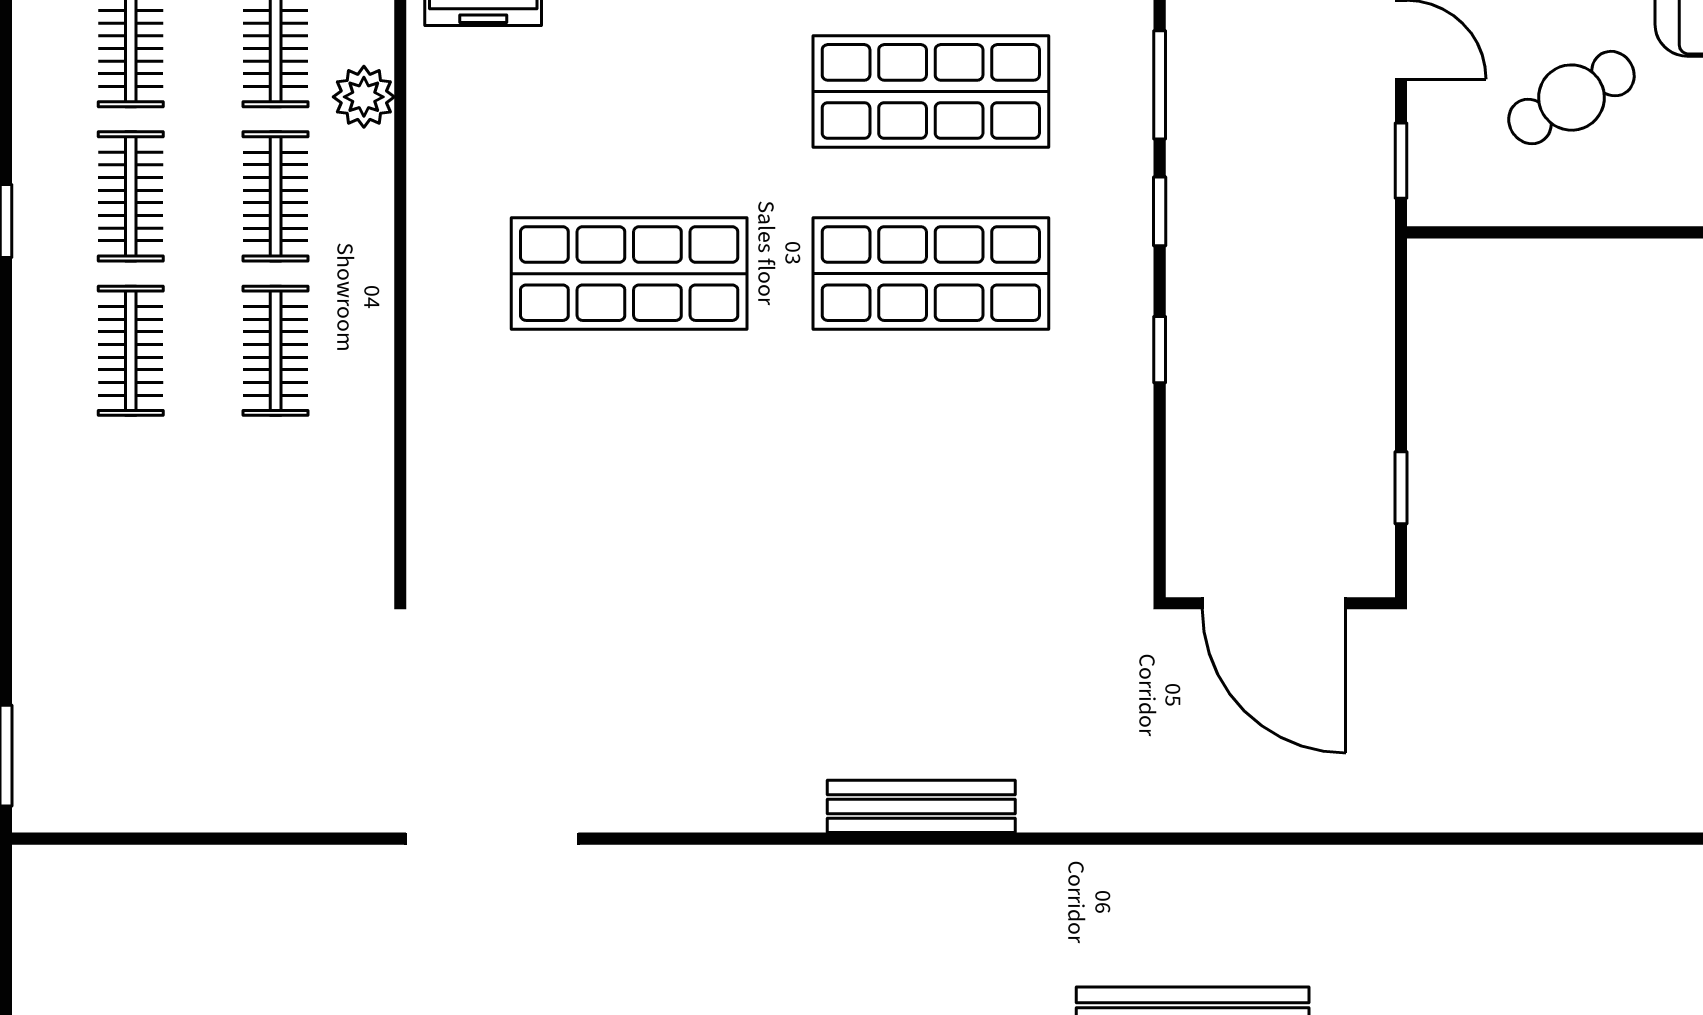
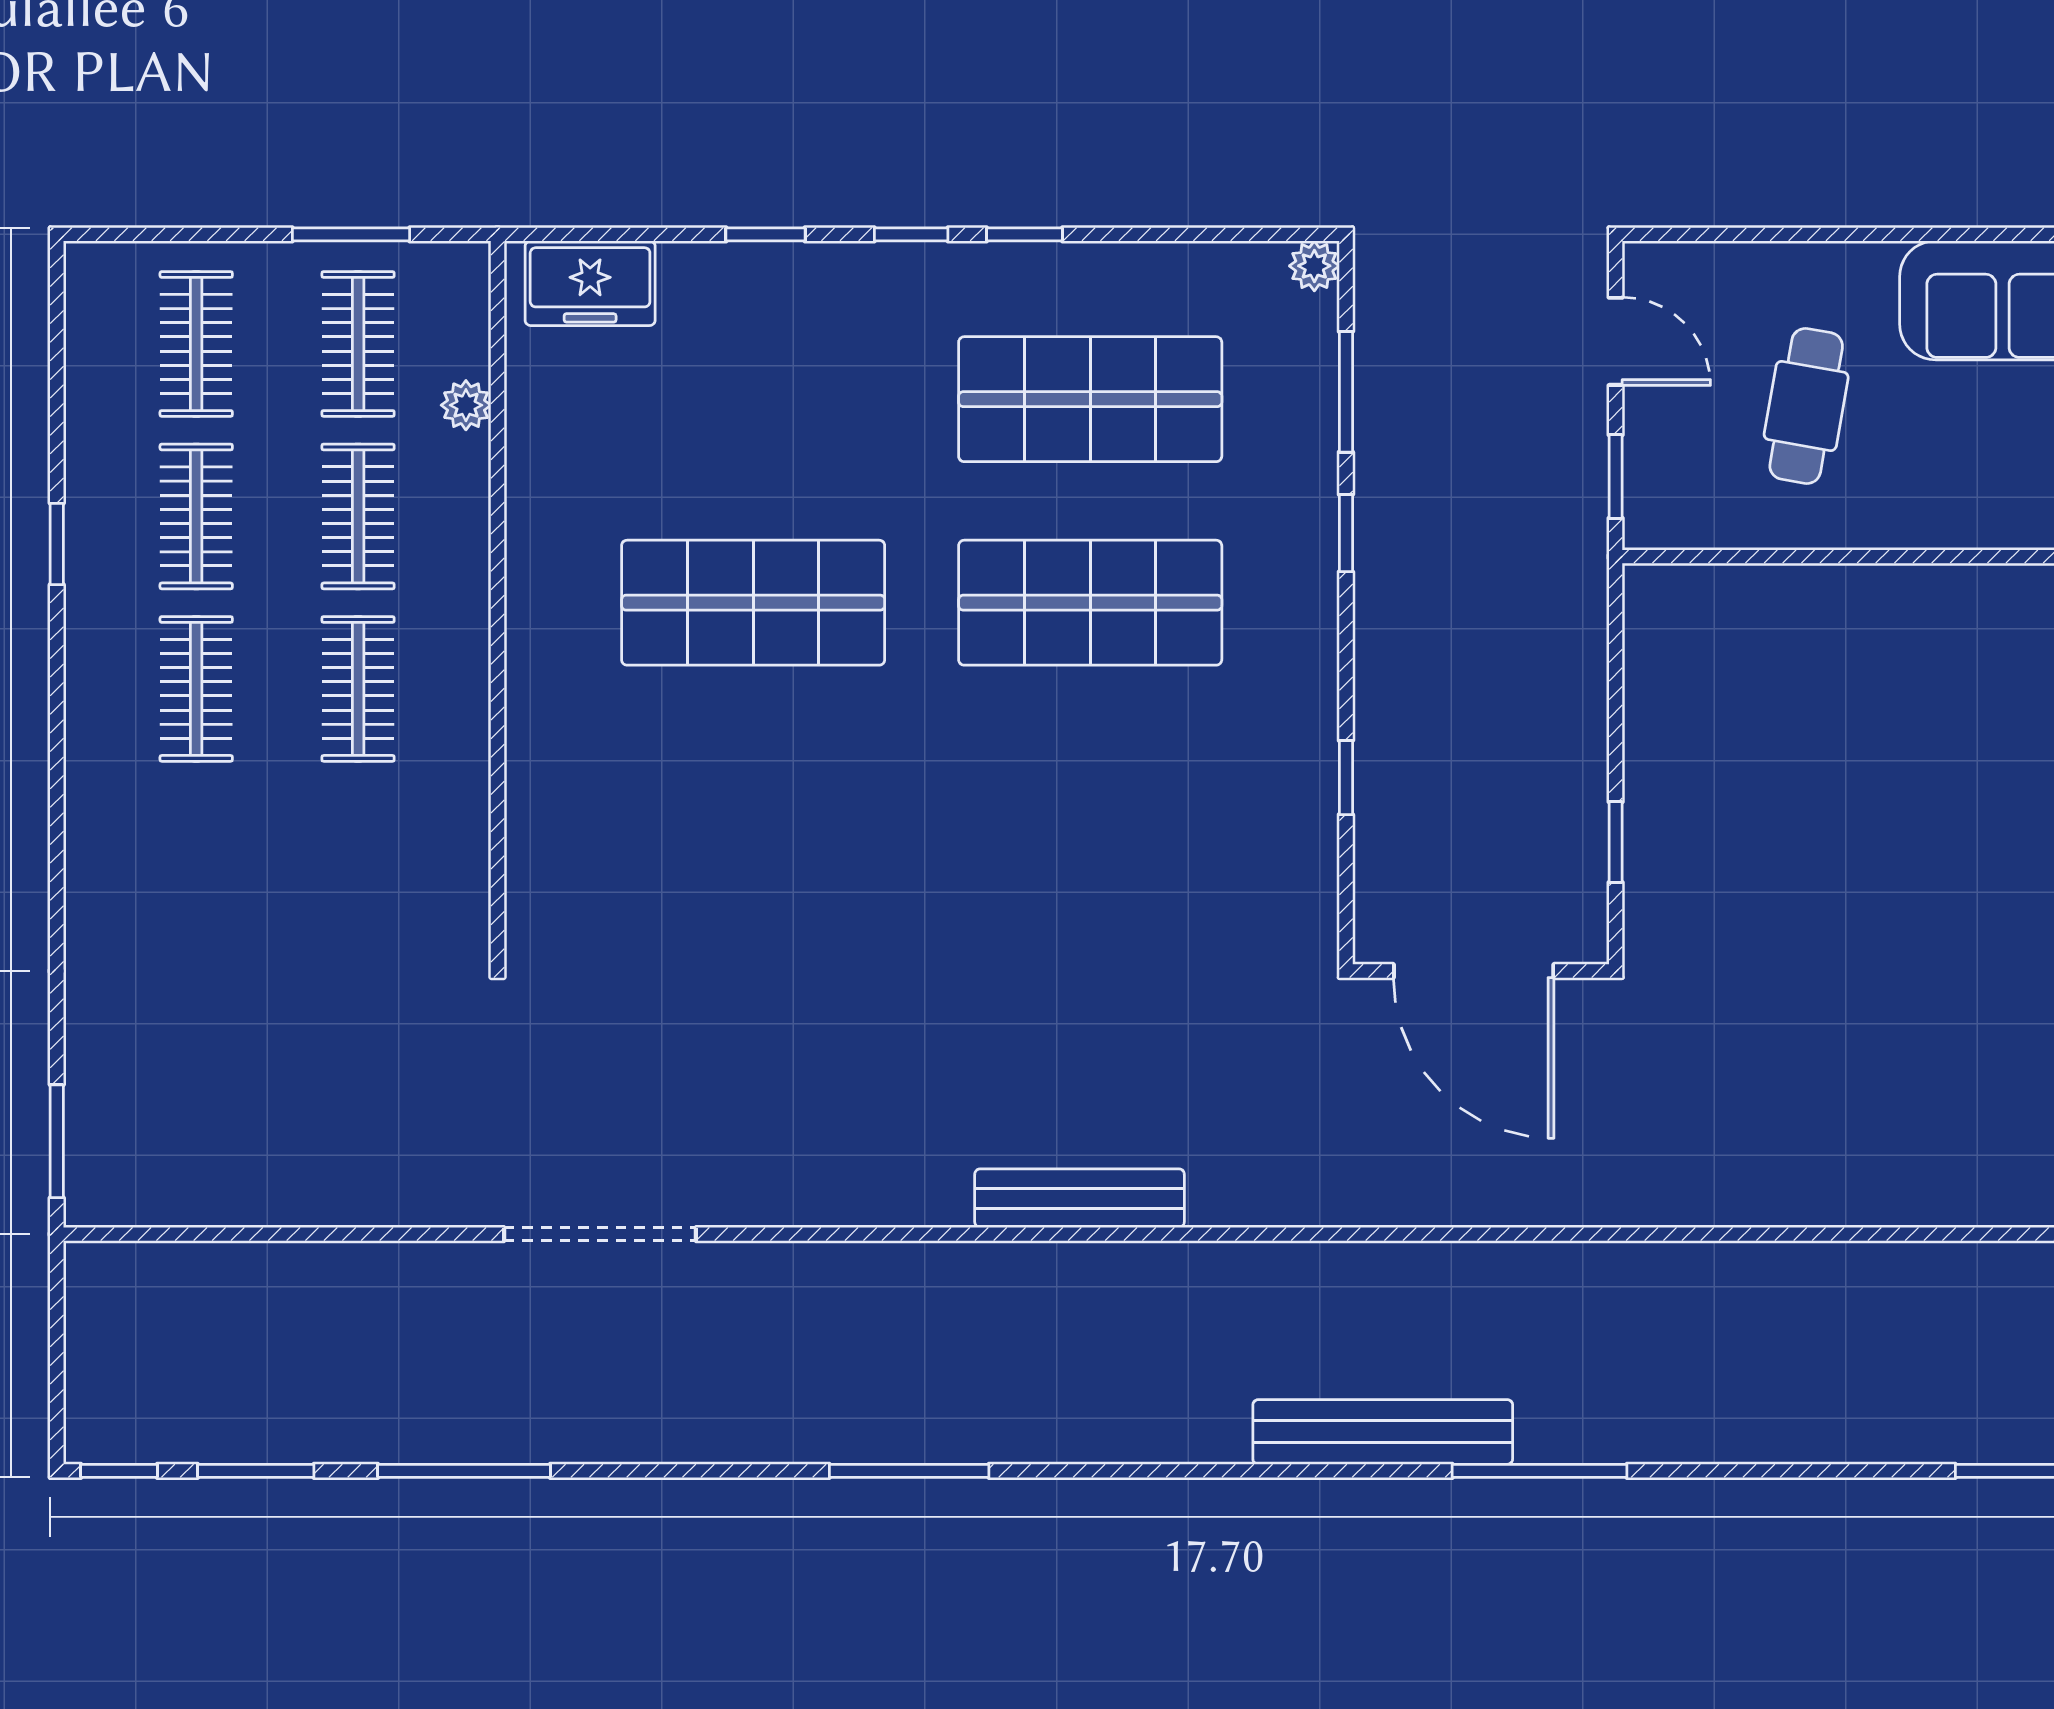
plant: (364, 97) -> (466, 405), width x0.73, depth x0.73
cafe table: (1571, 98) -> (1806, 406), turned -50
window: (1160, 350) -> (1346, 778), moved

